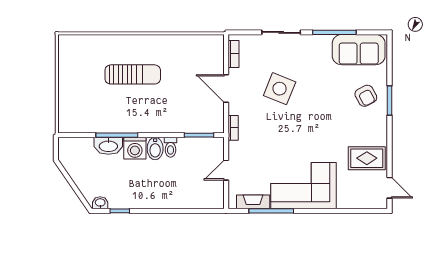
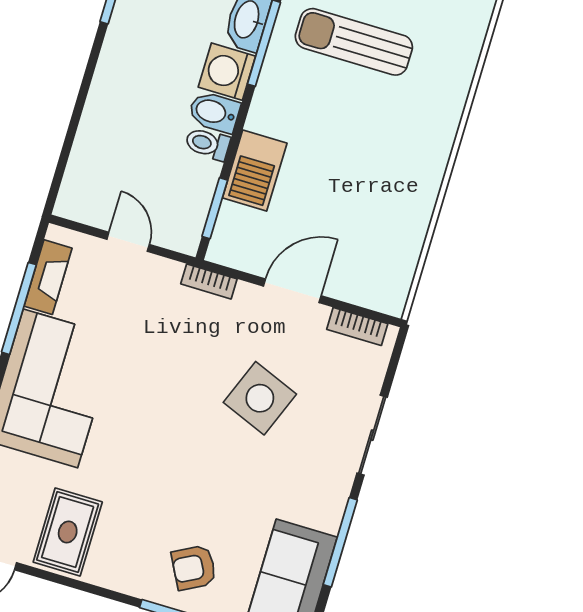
sun lounger: (133, 74) -> (354, 42), moved, turned 90
barbecue: (176, 122) -> (255, 170), added

